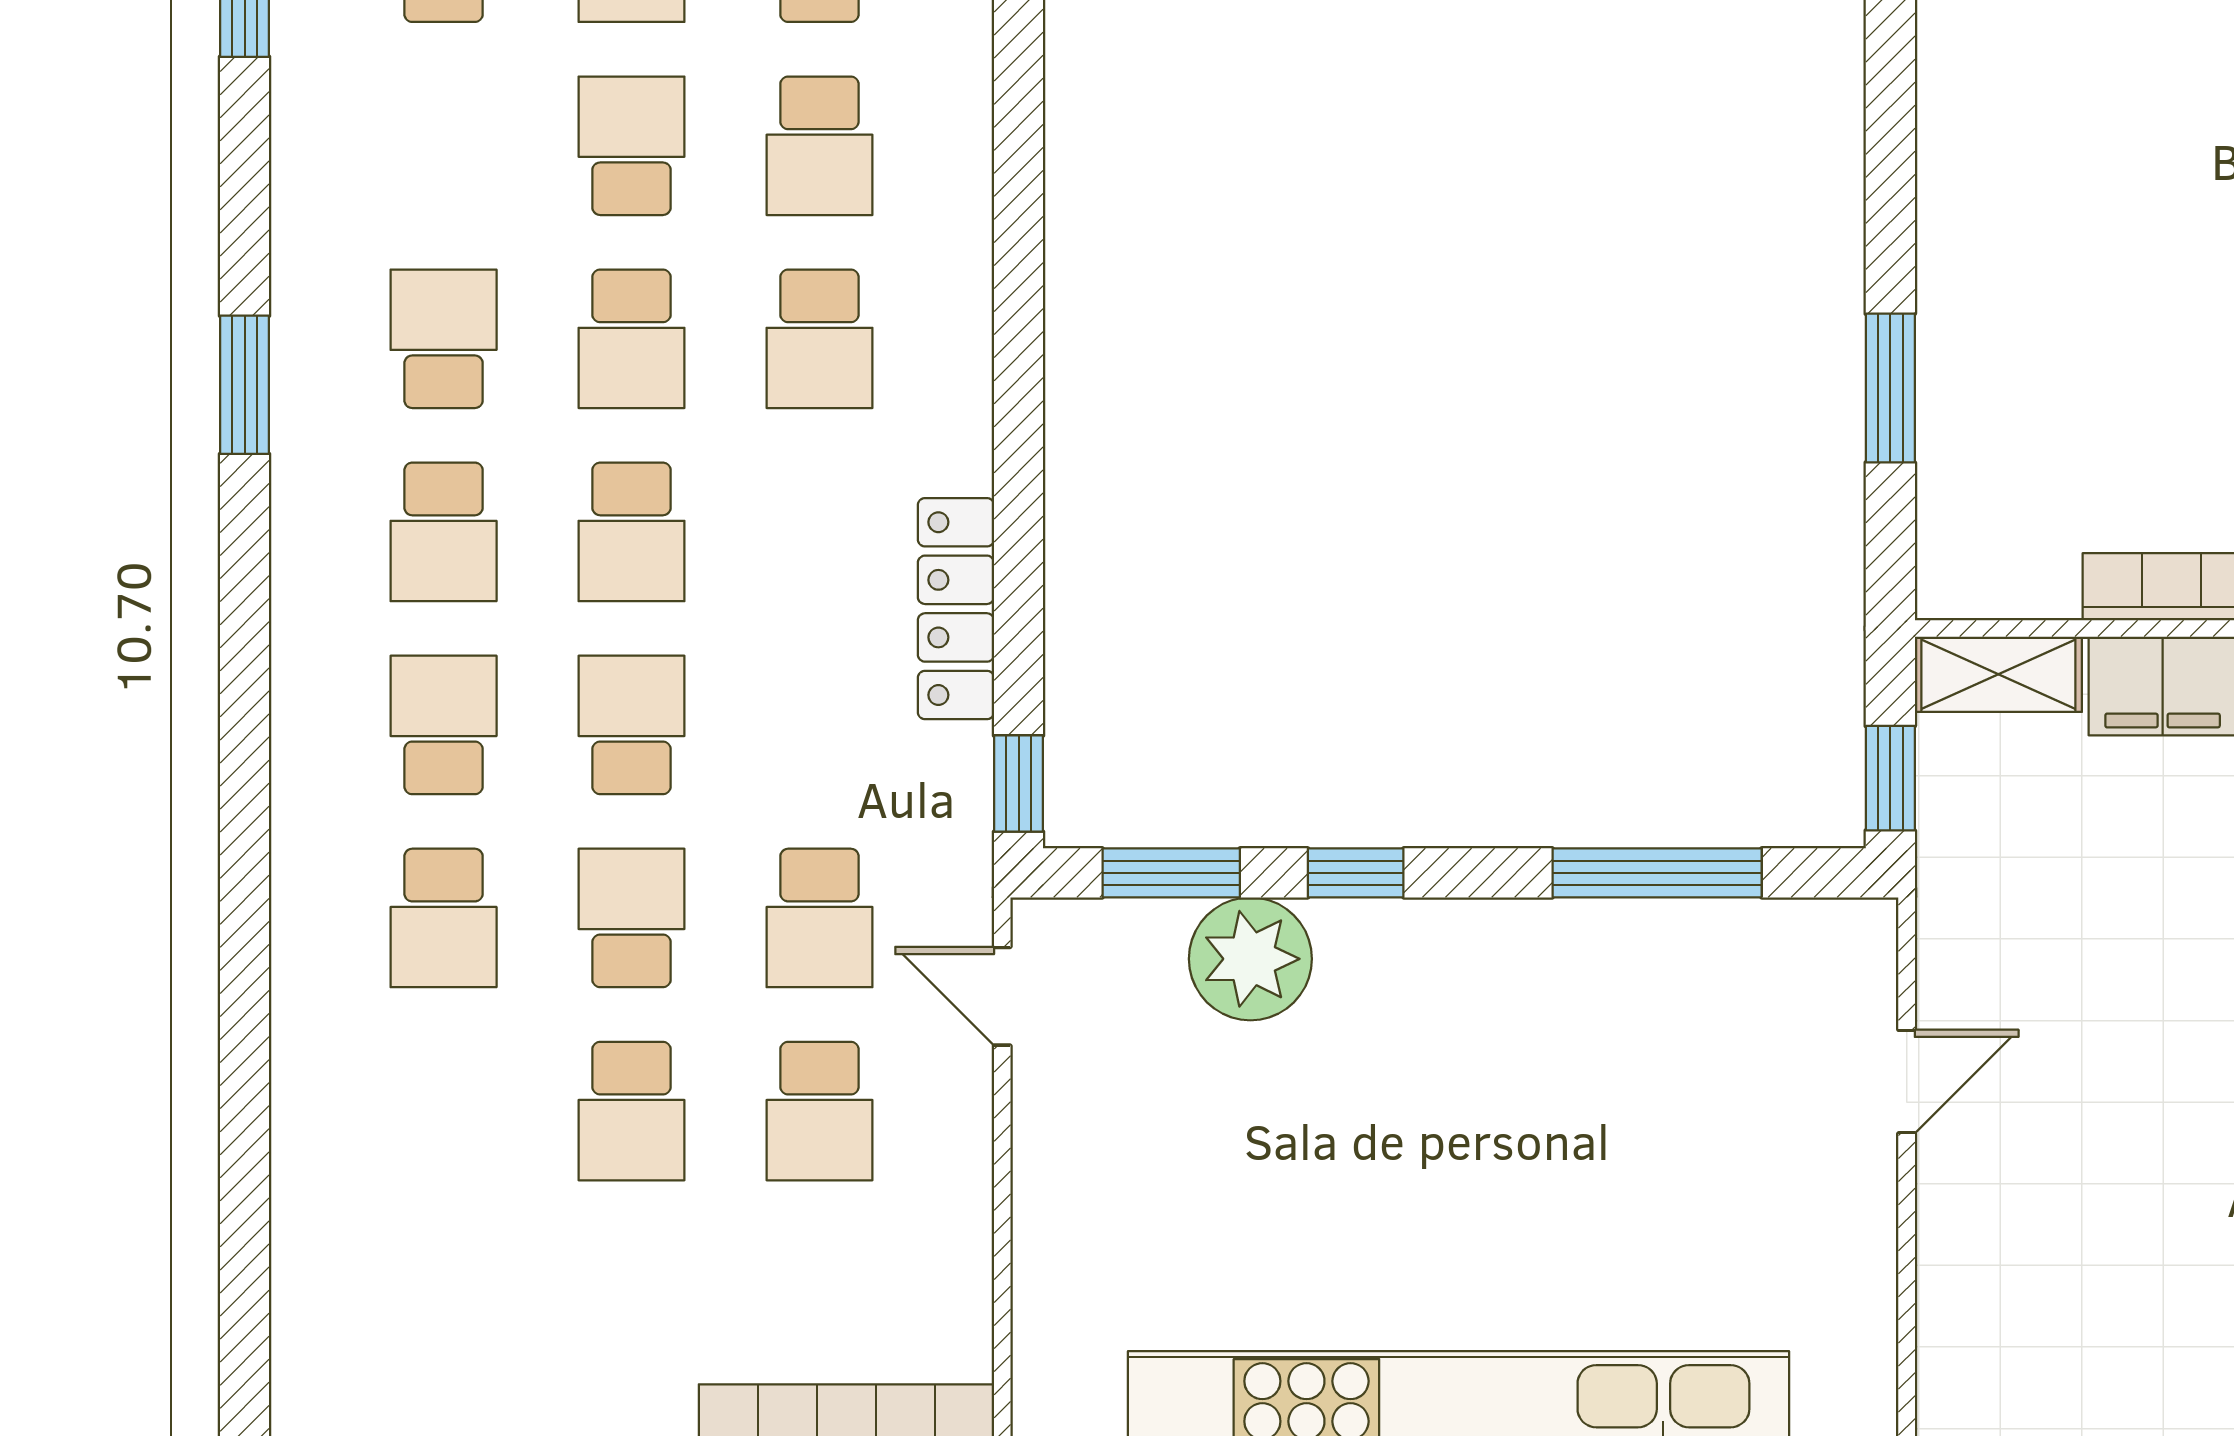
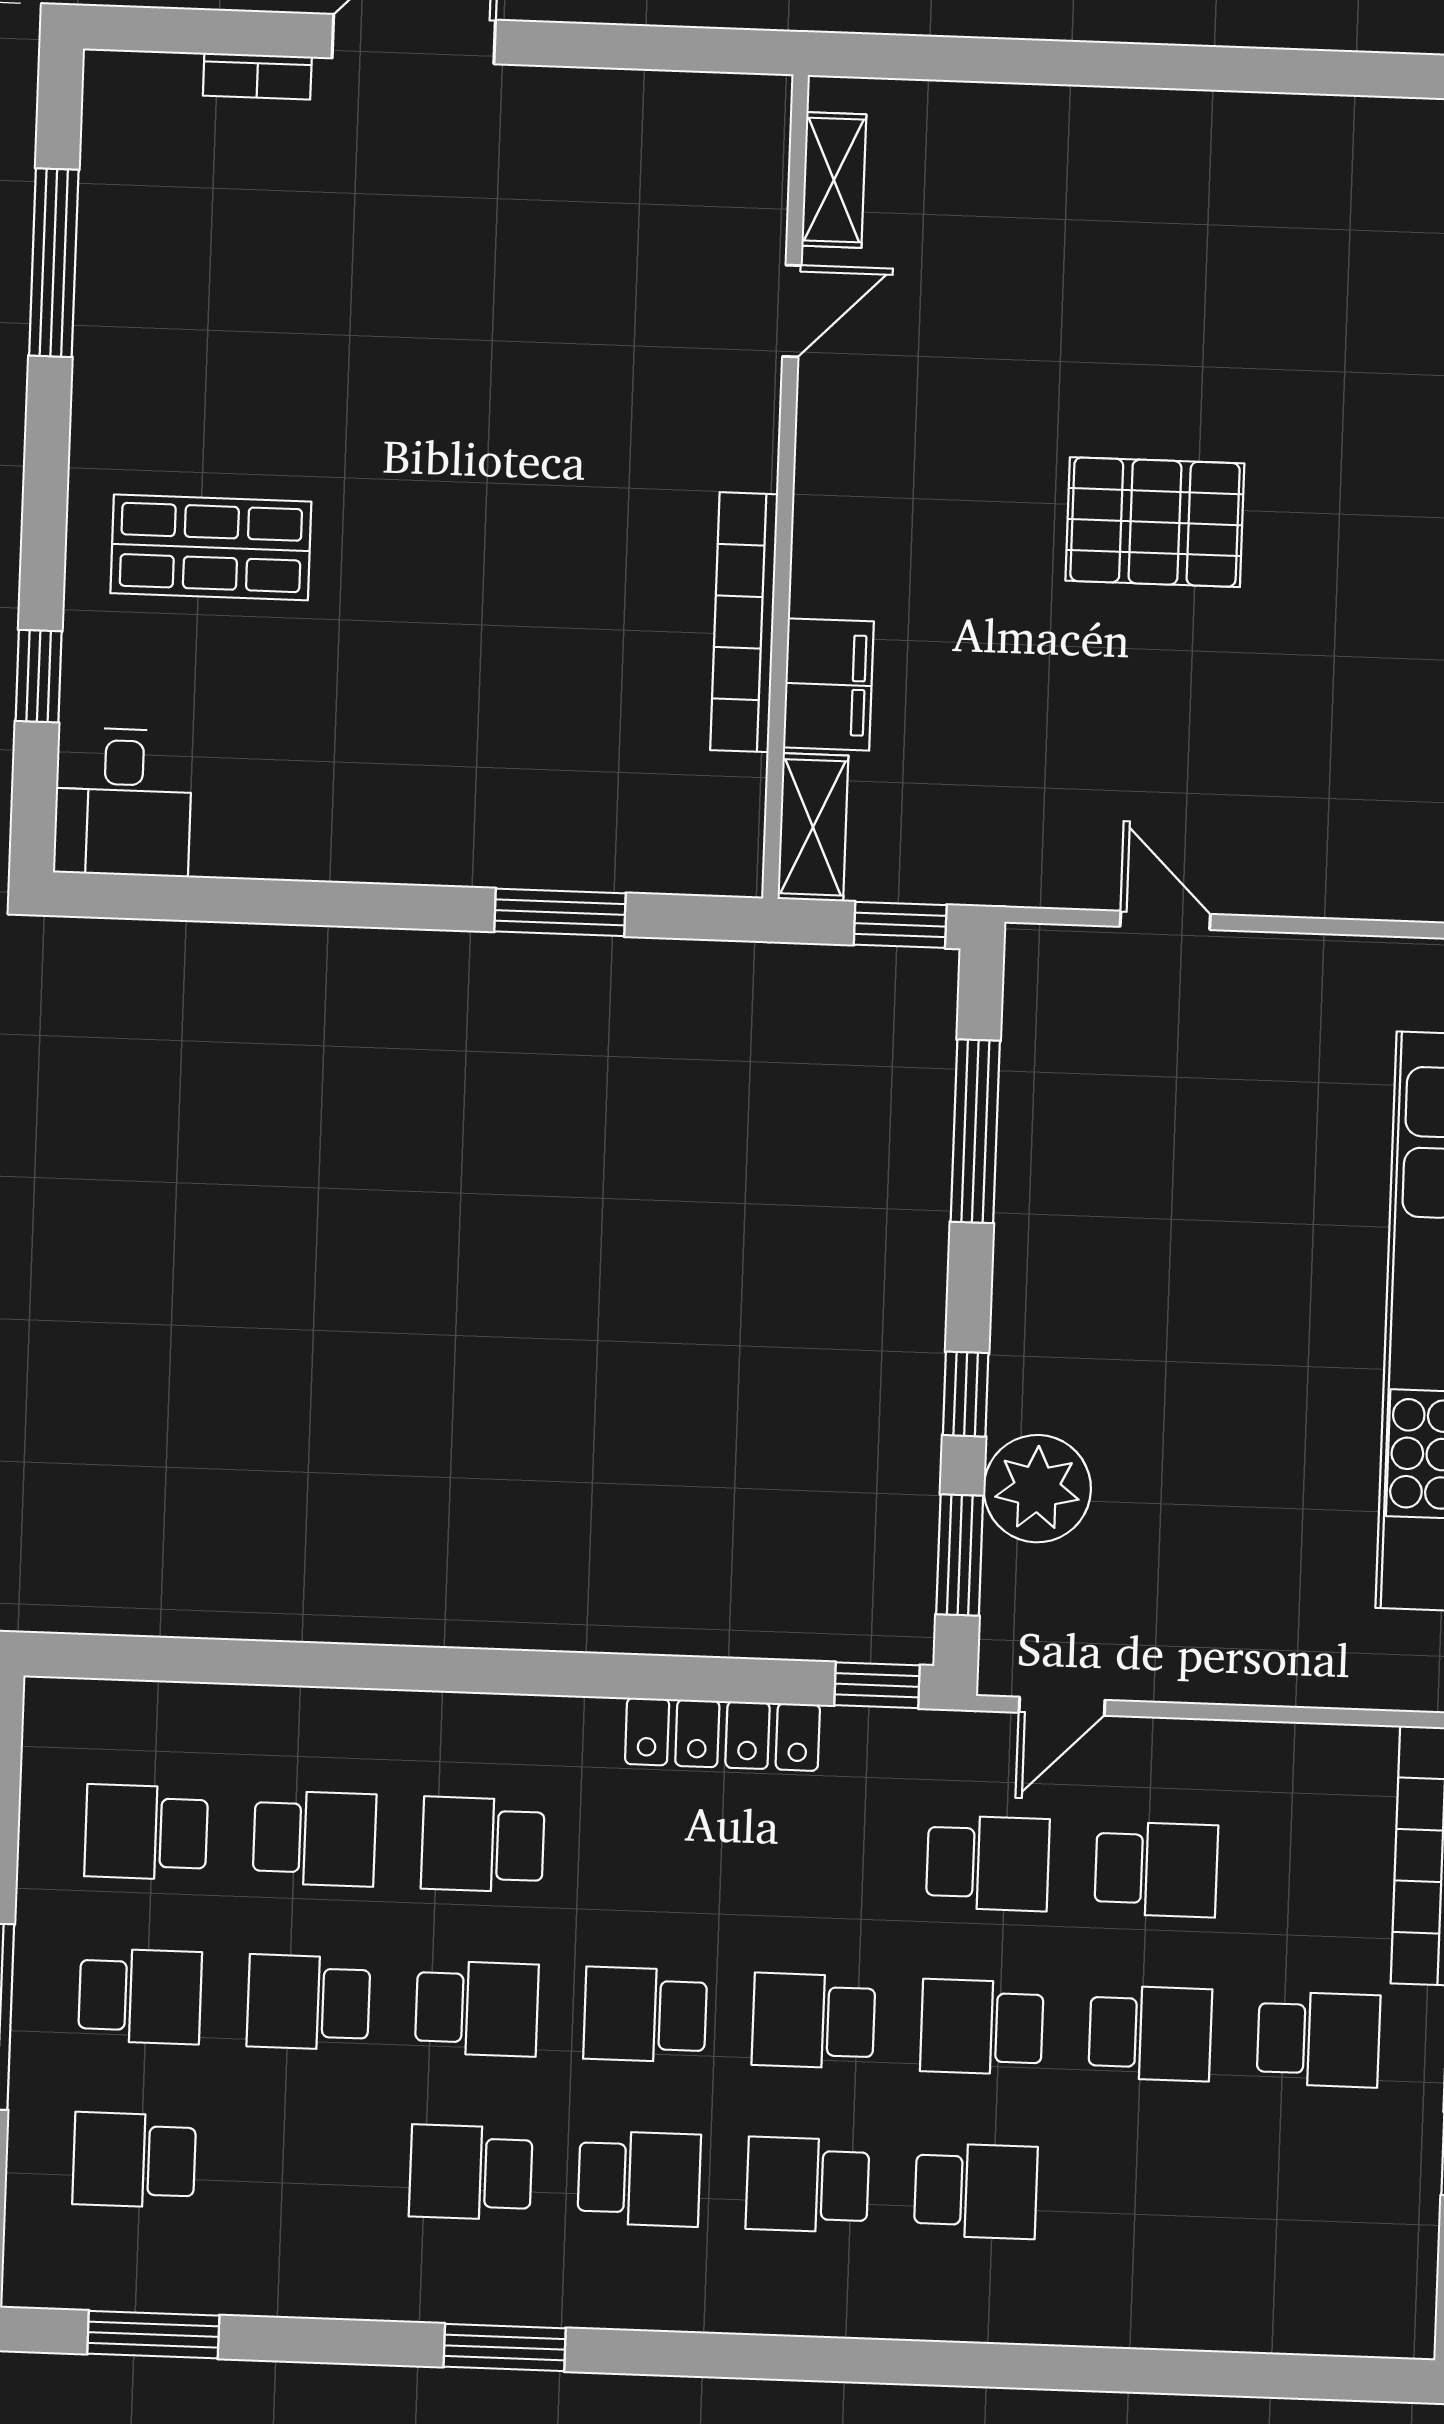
school desk: (819, 339) -> (483, 1845), turned 180
school desk: (632, 532) -> (645, 2015), turned 180
school desk: (632, 1304) -> (1319, 2039), added

